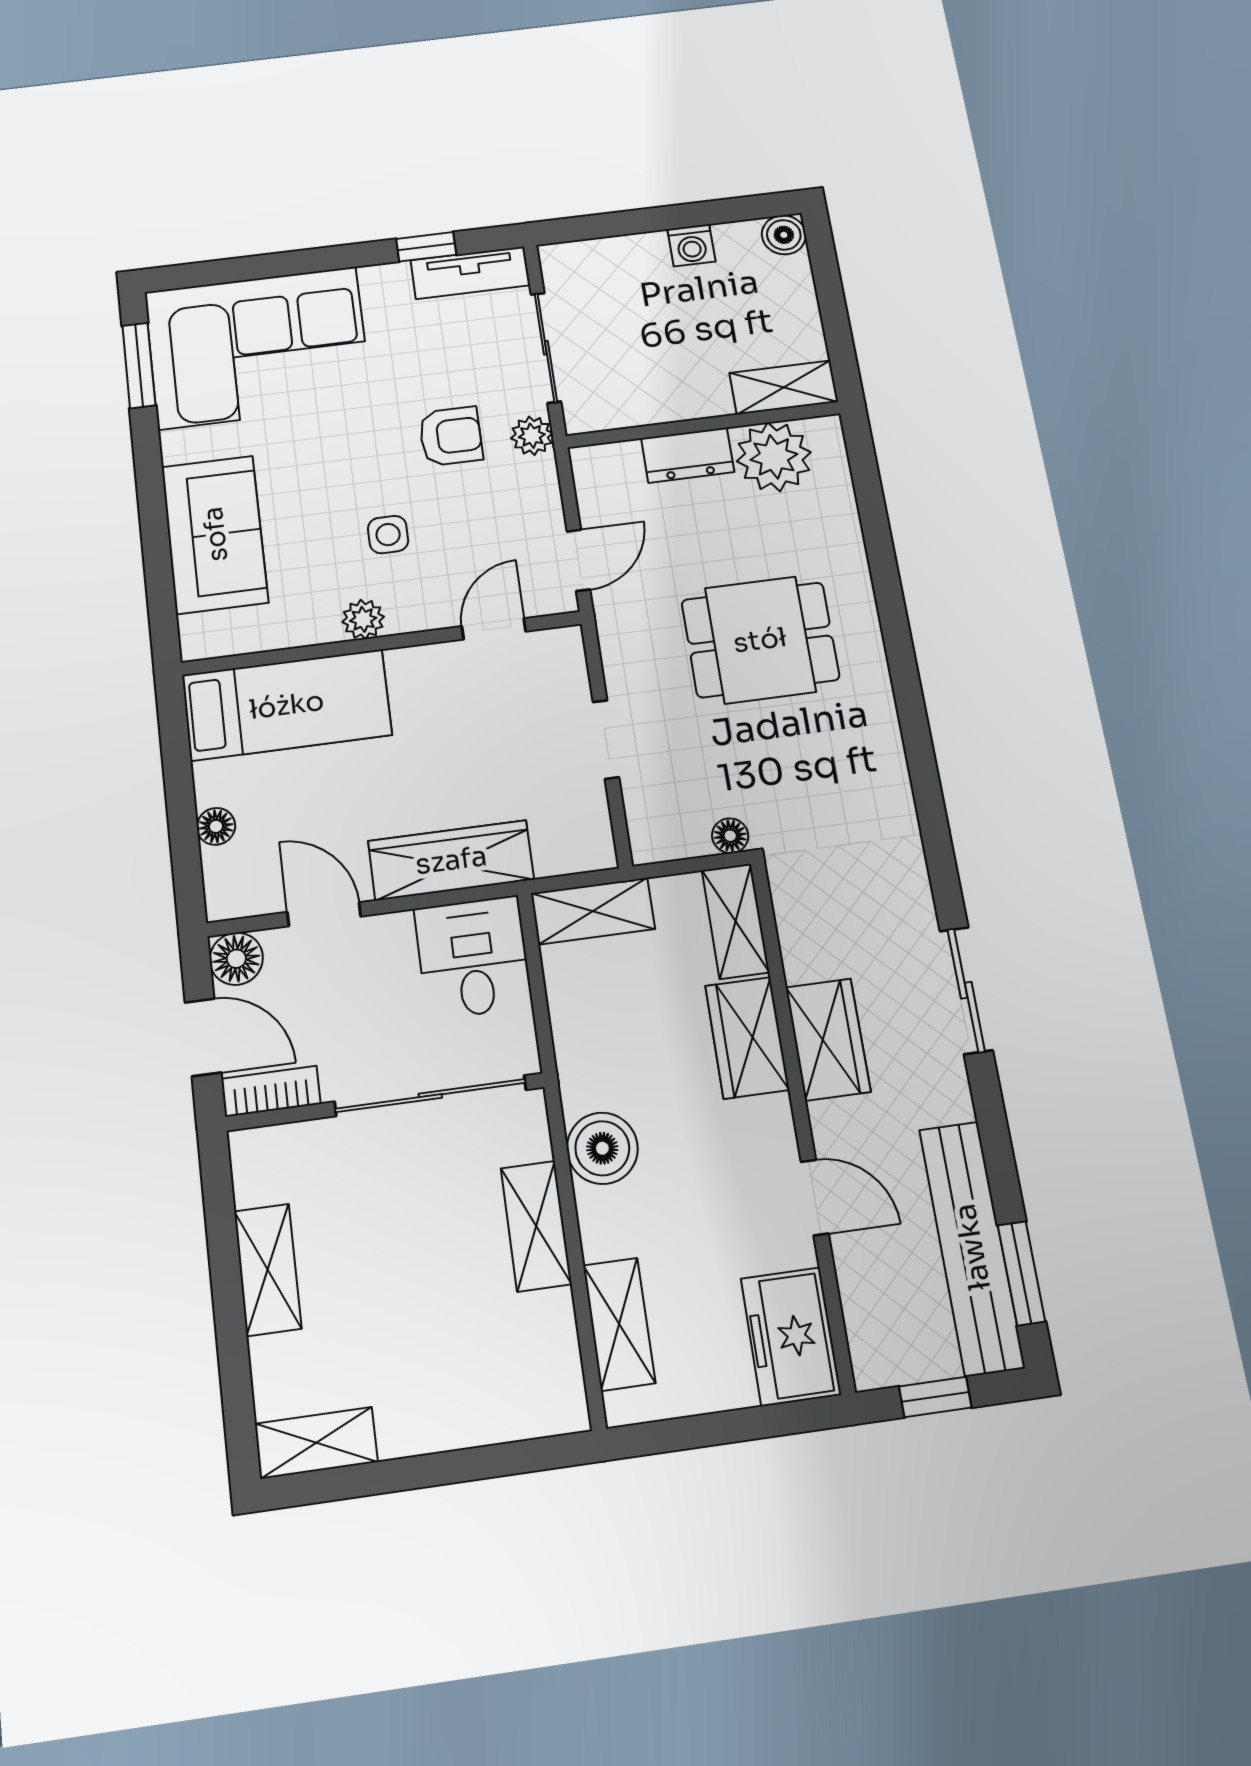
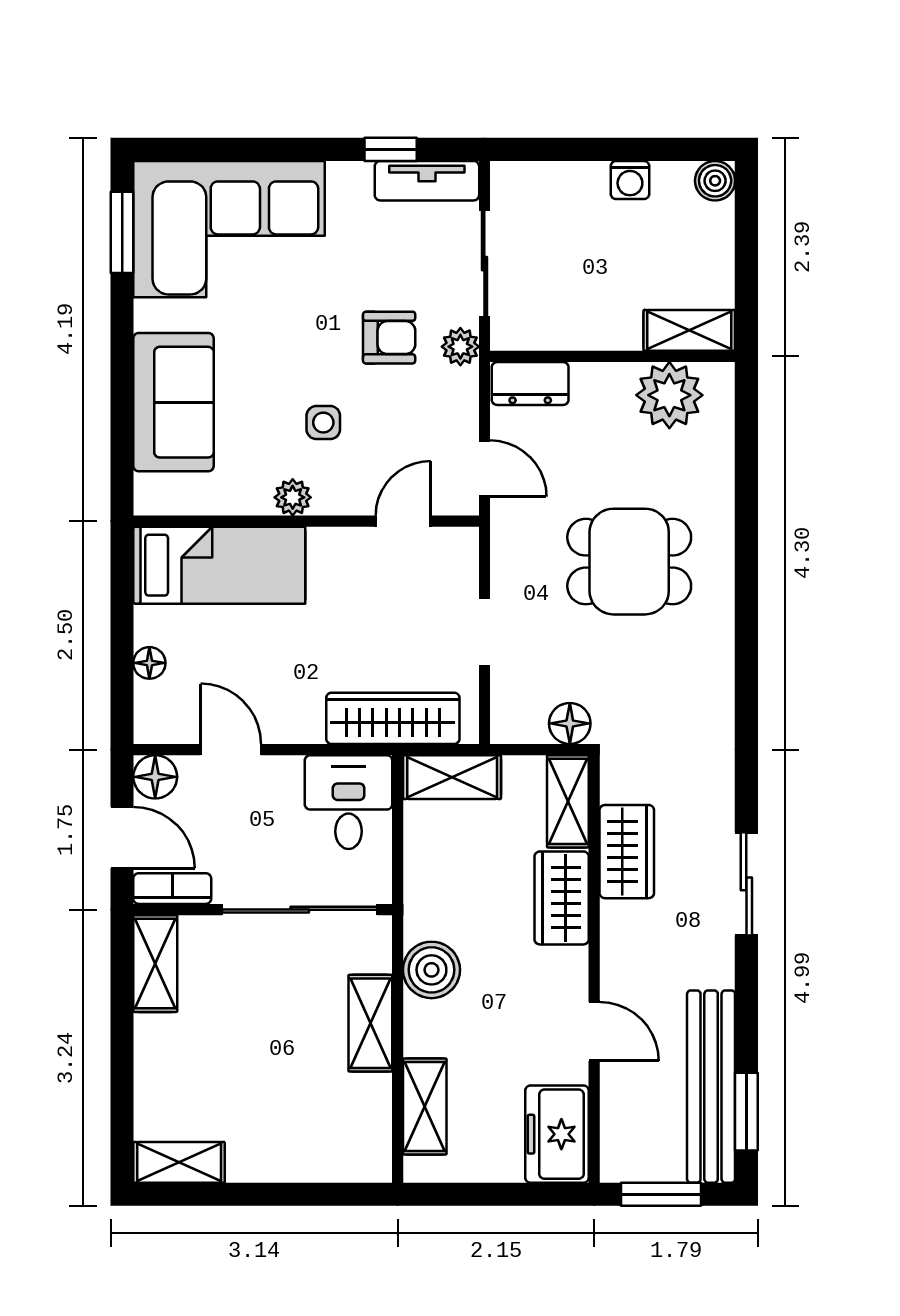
dresser: (688, 455) -> (530, 383), moved
door: (578, 560) -> (484, 468), hinge flipped
floor lamp: (730, 836) -> (570, 723), width x1.37, depth x1.37
wardrobe: (451, 860) -> (393, 718), moved
wardrobe: (828, 1039) -> (627, 852), moved
shelving: (268, 1270) -> (155, 964), moved
window: (935, 1397) -> (661, 1194), width x1.50

